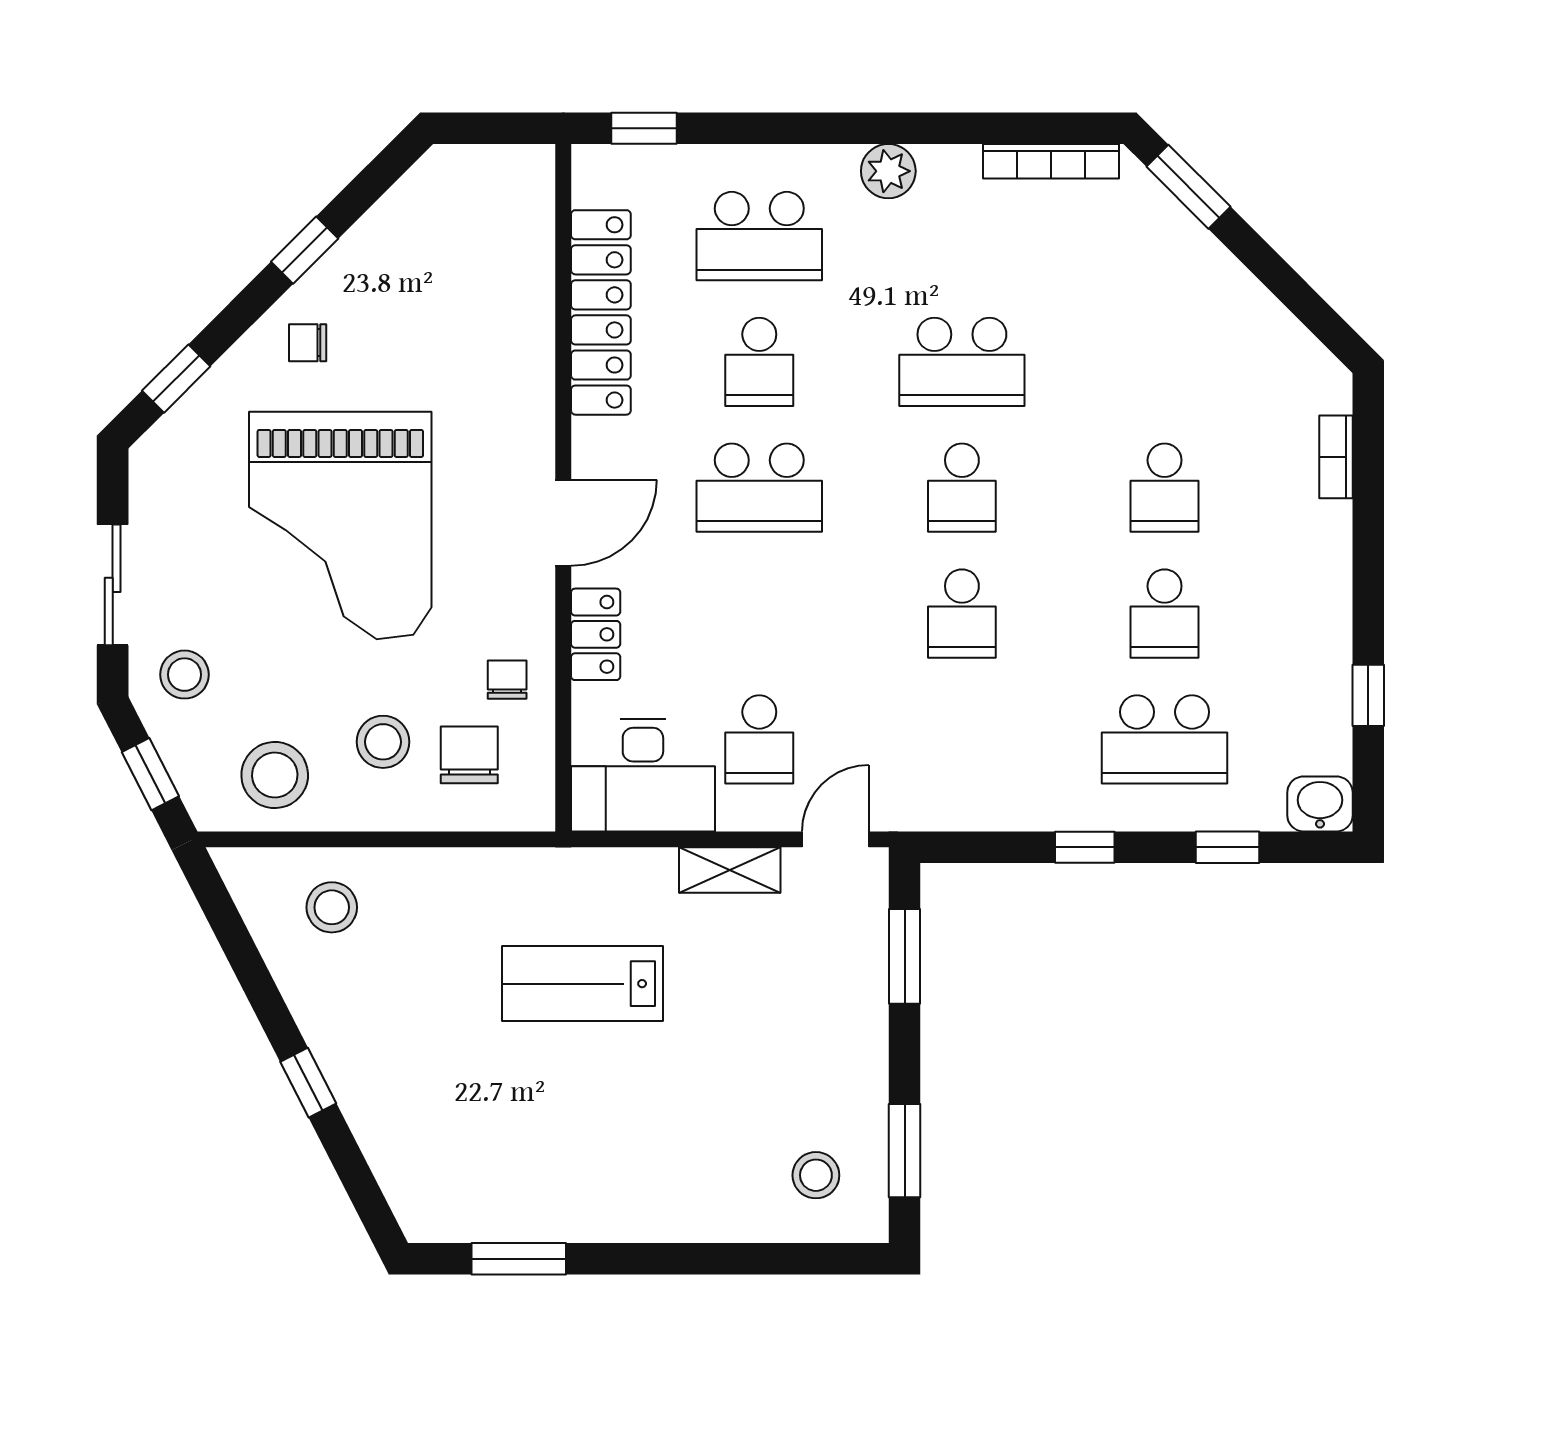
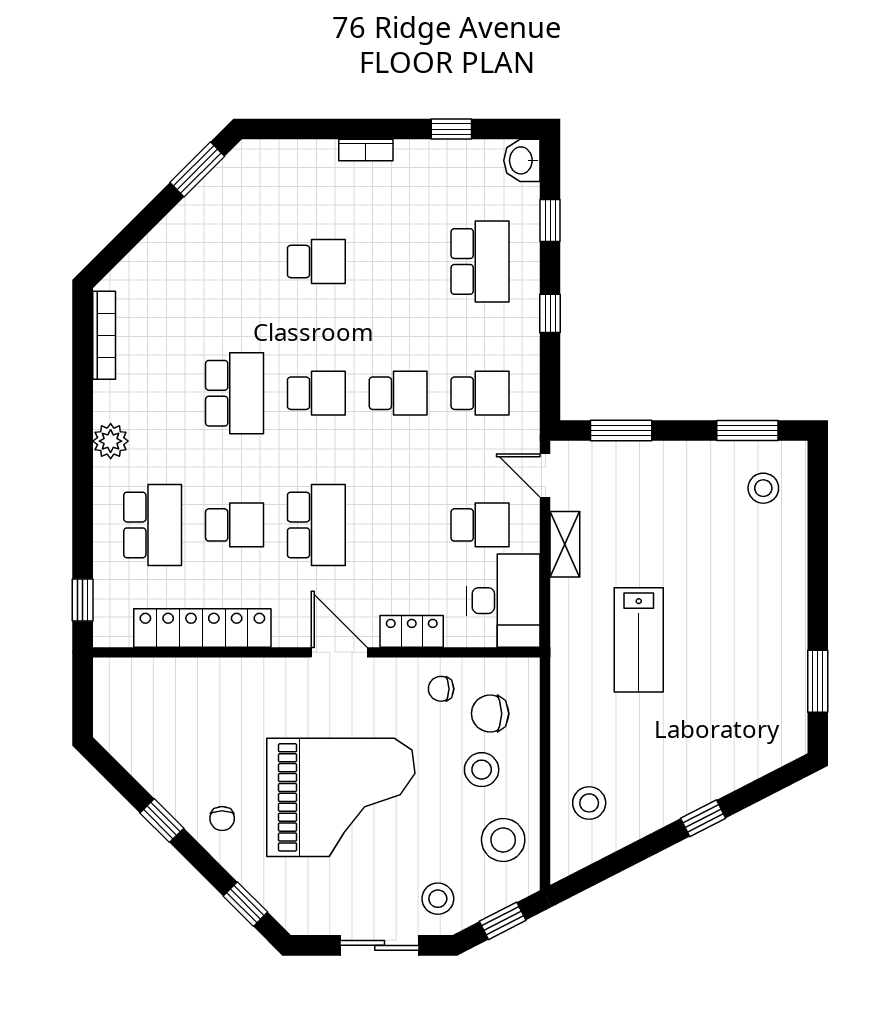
window: (1188, 187) -> (197, 169), moved
bookcase: (1336, 457) -> (366, 150), moved
school desk: (1165, 614) -> (480, 393), moved

